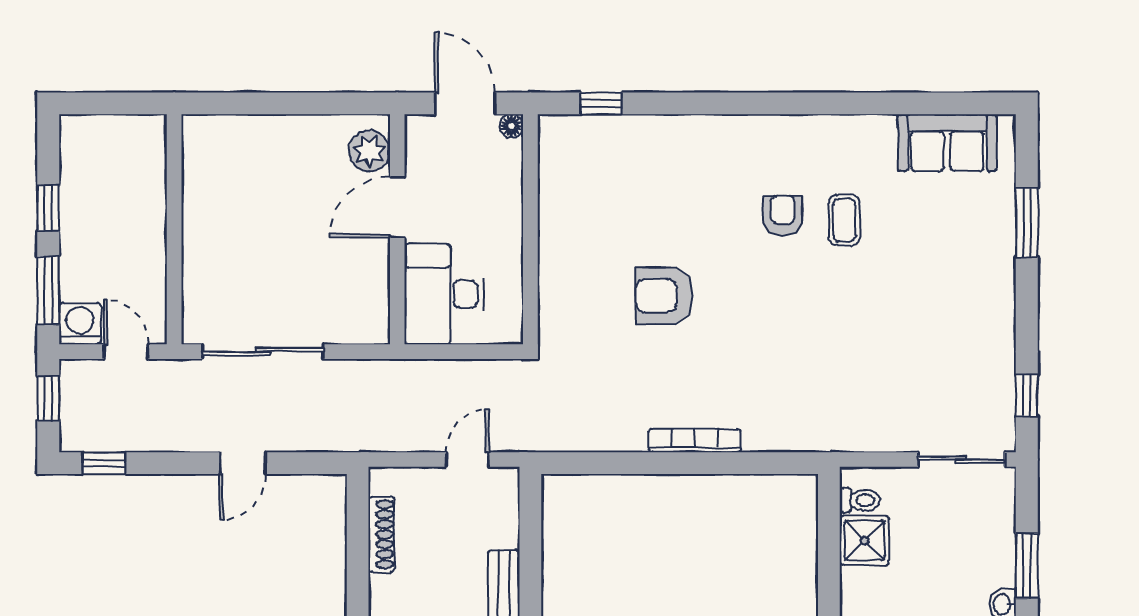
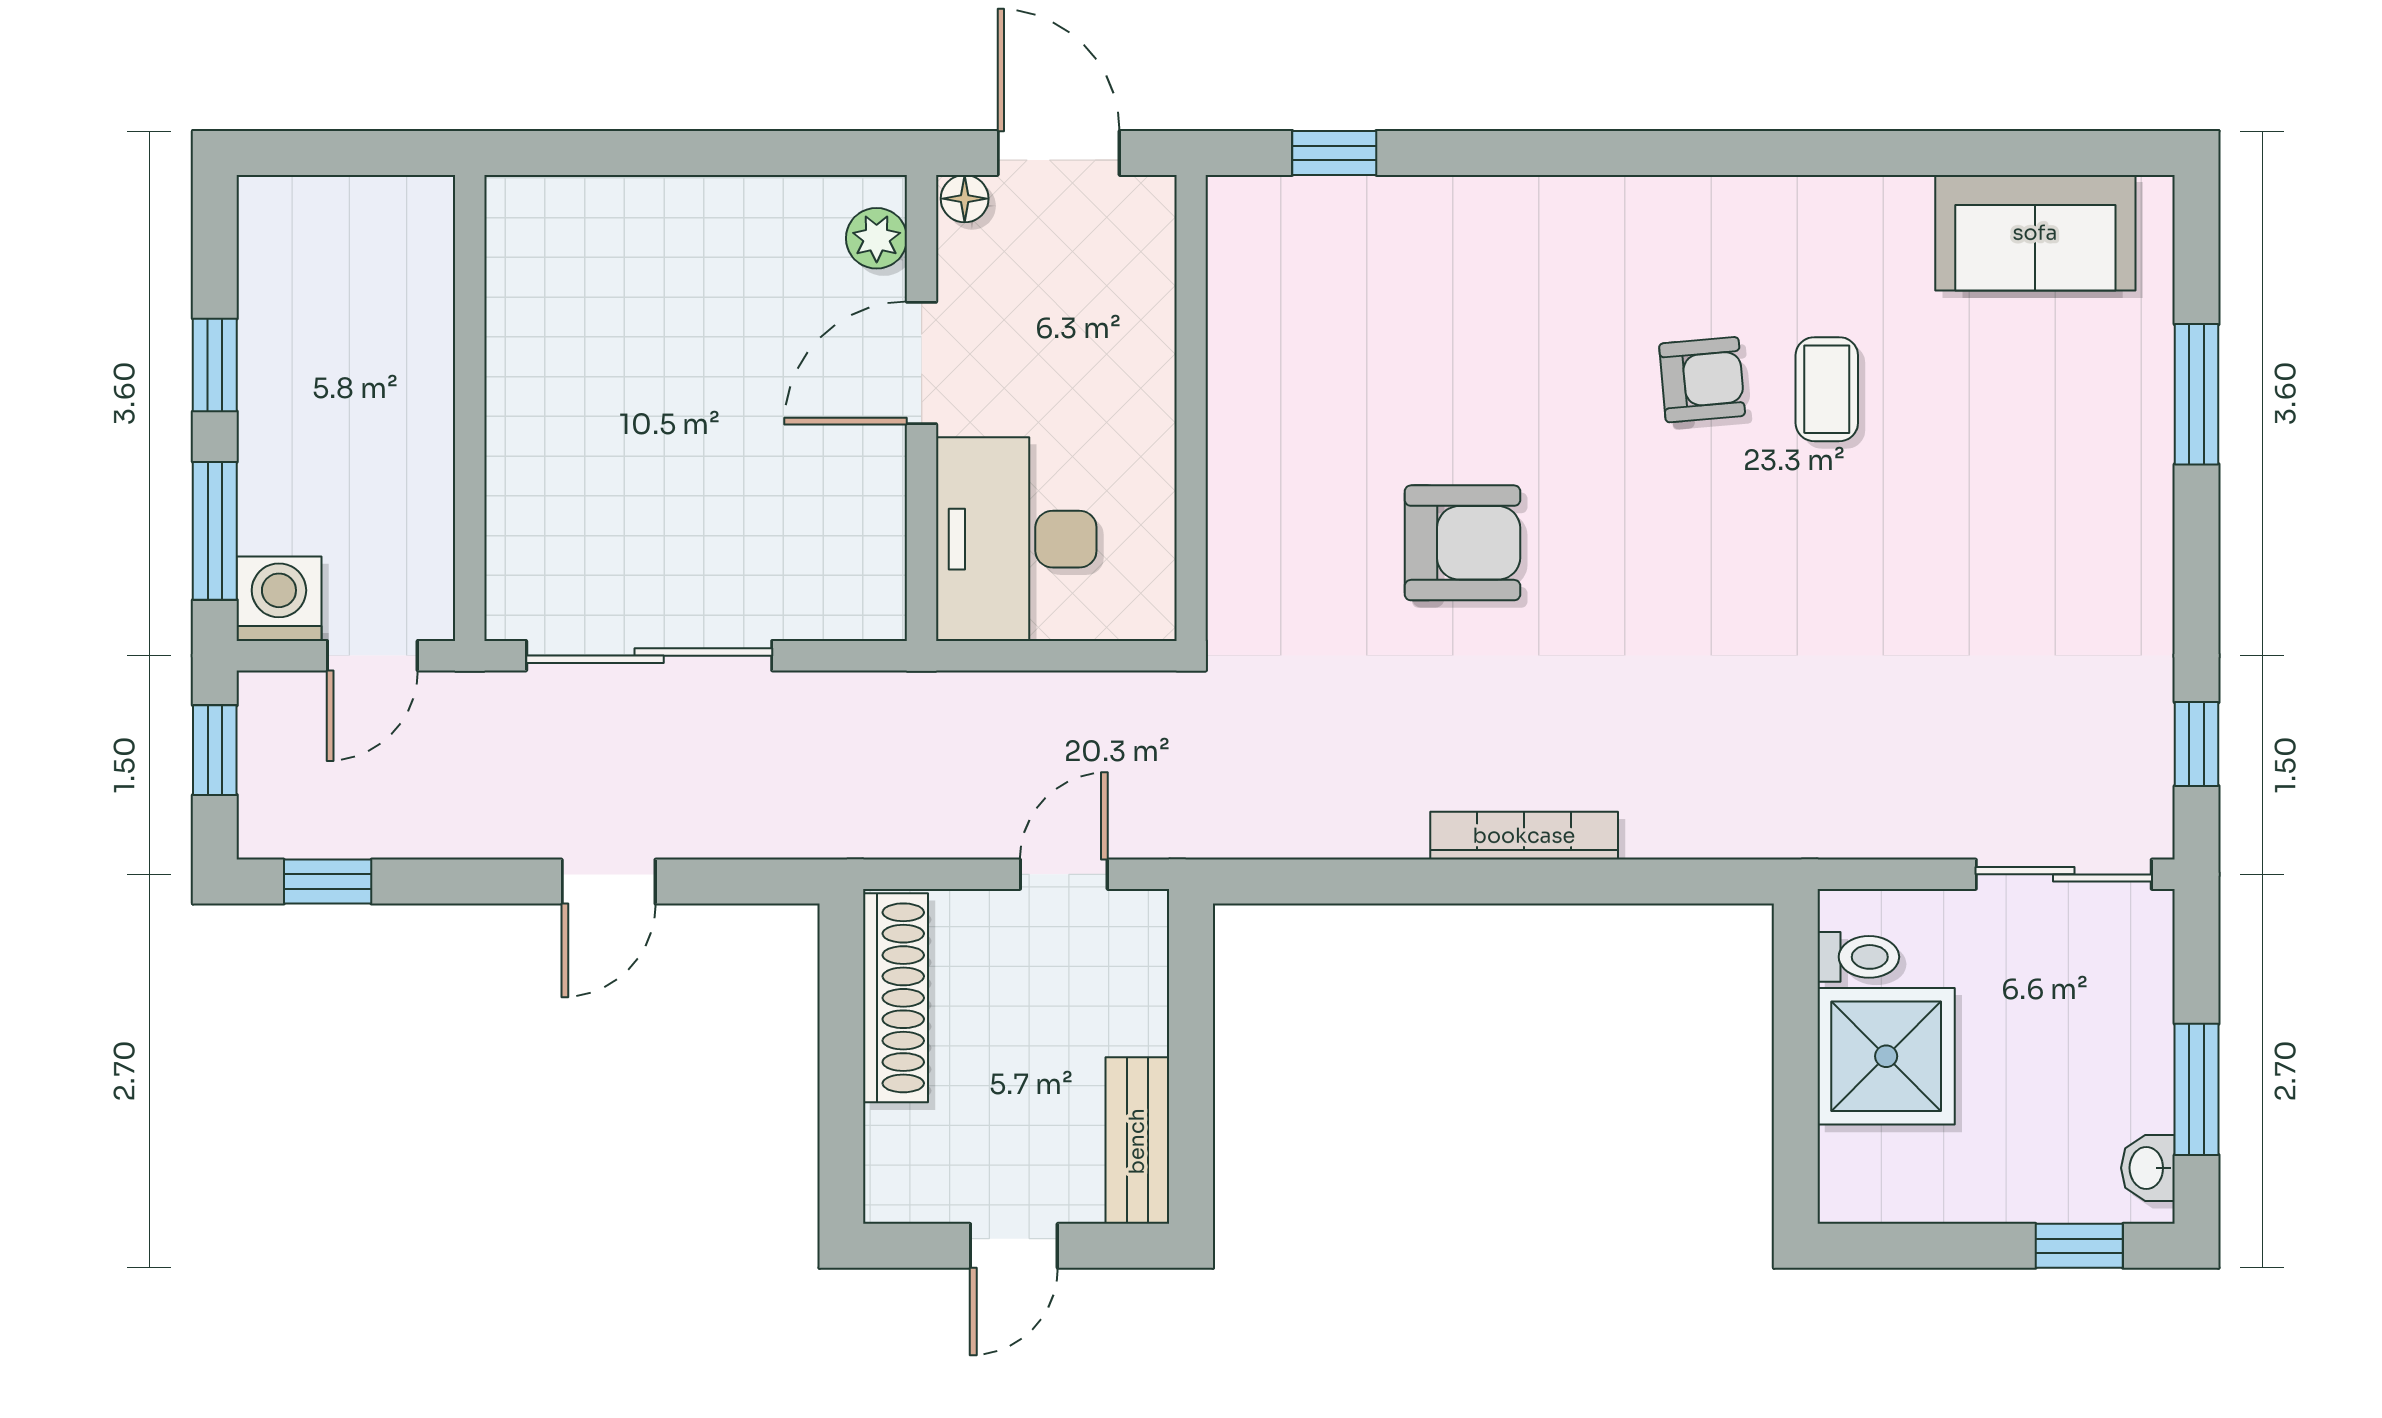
floor lamp: (511, 126) -> (965, 199), moved
plant: (369, 151) -> (877, 238), width x0.73, depth x0.73
armchair: (783, 215) -> (1702, 380), turned 85
armchair: (664, 296) -> (1462, 543), turned 180
door: (126, 352) -> (372, 656), swing flipped
shoe rack: (381, 534) -> (896, 998), width x1.36, depth x1.24
shower: (865, 540) -> (1886, 1056), width x1.36, depth x1.36

